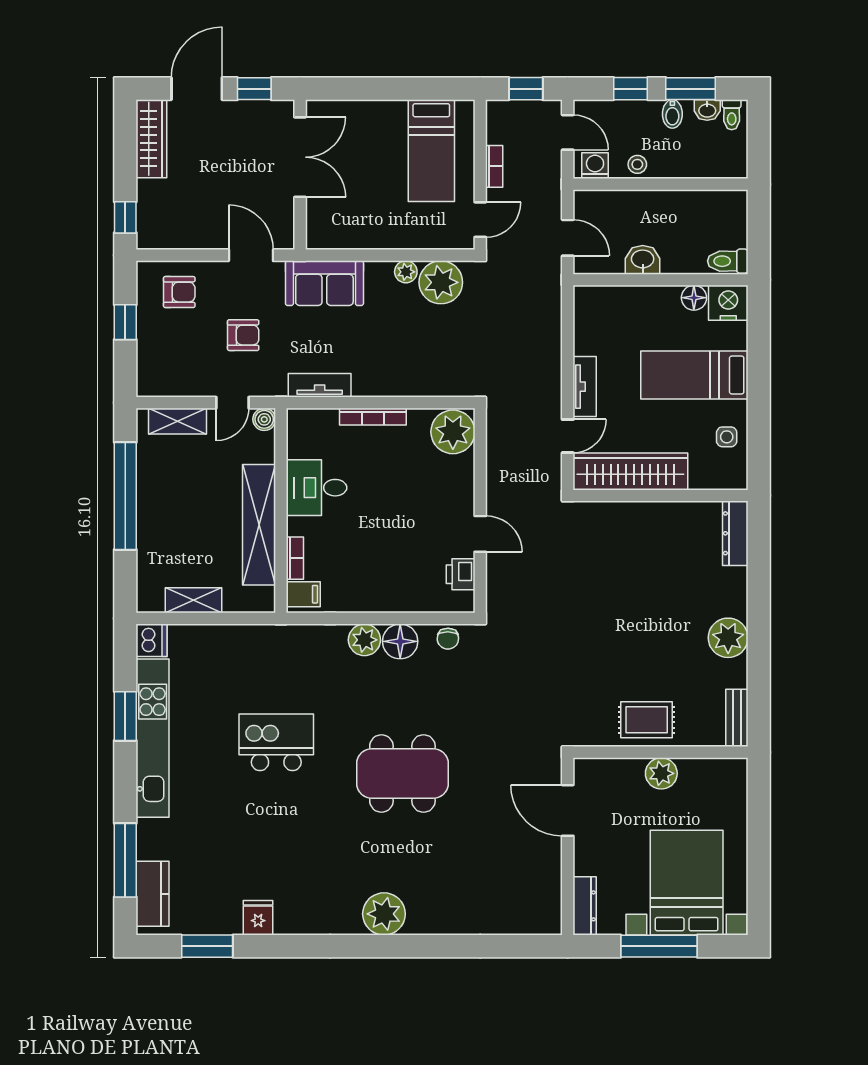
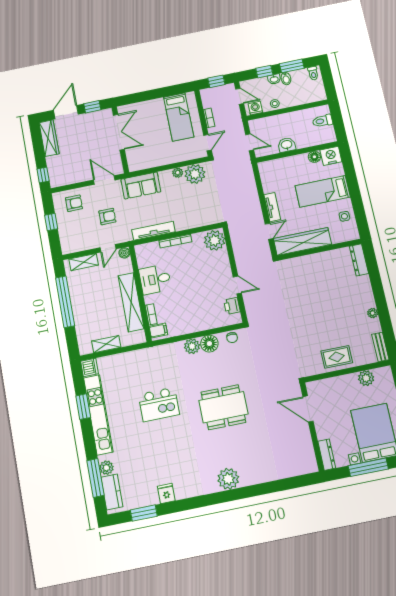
washbasin: (707, 110) -> (274, 79), moved
toilet: (728, 261) -> (323, 121), moved
tv unit: (320, 385) -> (153, 231), width x1.41
plant: (728, 638) -> (373, 313), width x0.53, depth x0.53
kitchen island: (276, 742) -> (159, 404), turned 180
plant: (661, 773) -> (366, 378), moved
plant: (150, 845) -> (106, 468), added

